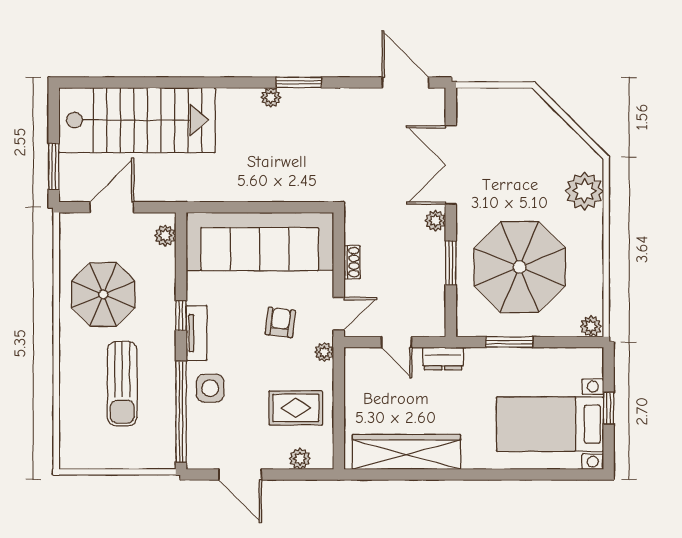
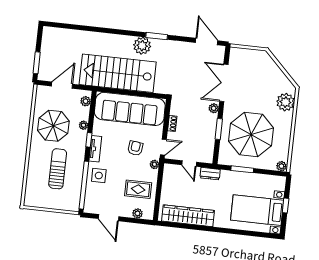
plant: (271, 97) -> (142, 46), width x1.88, depth x1.88
stairs: (137, 120) -> (118, 73), moved, turned 180
plant: (166, 286) -> (84, 125), added
sun lounger: (122, 384) -> (58, 169), turned 180

